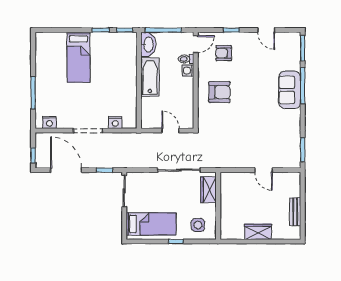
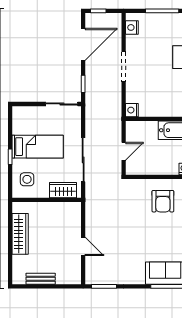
nightstand: (115, 122) -> (132, 110), moved
door: (264, 170) -> (83, 246), swing flipped
bed: (151, 224) -> (38, 147), moved, turned -90
wardrobe: (258, 232) -> (20, 234), width x1.50

